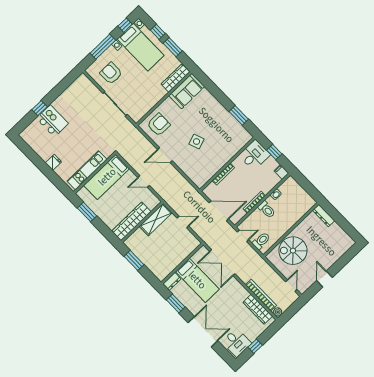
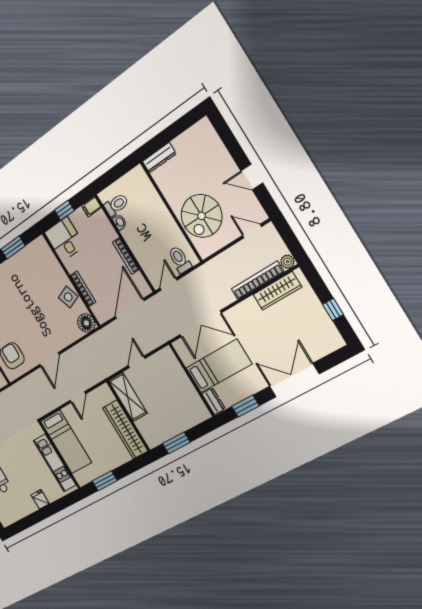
side table: (196, 141) -> (68, 297), moved
floor lamp: (200, 180) -> (86, 323), added
toilet: (267, 209) -> (116, 205), moved
desk: (237, 342) -> (321, 336), removed

